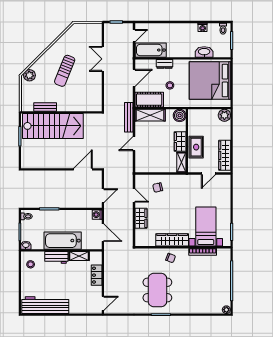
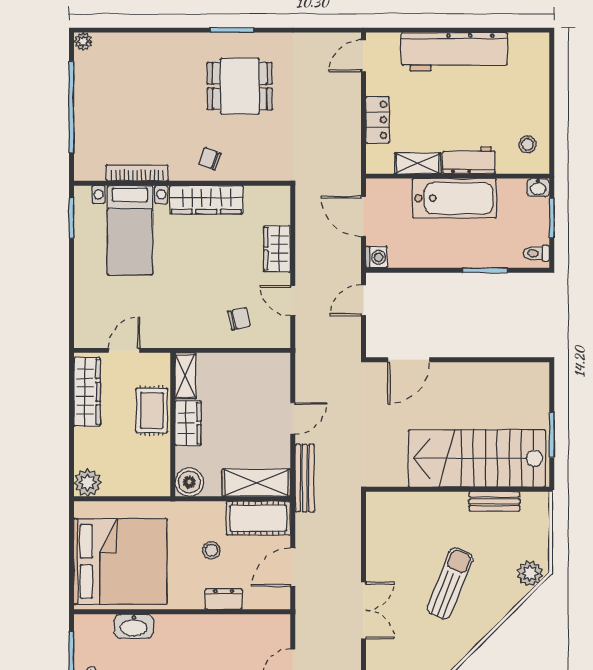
bathtub: (151, 50) -> (255, 631), removed
dining table: (157, 290) -> (240, 86), width x0.73
workbench: (45, 305) -> (454, 52), moved

